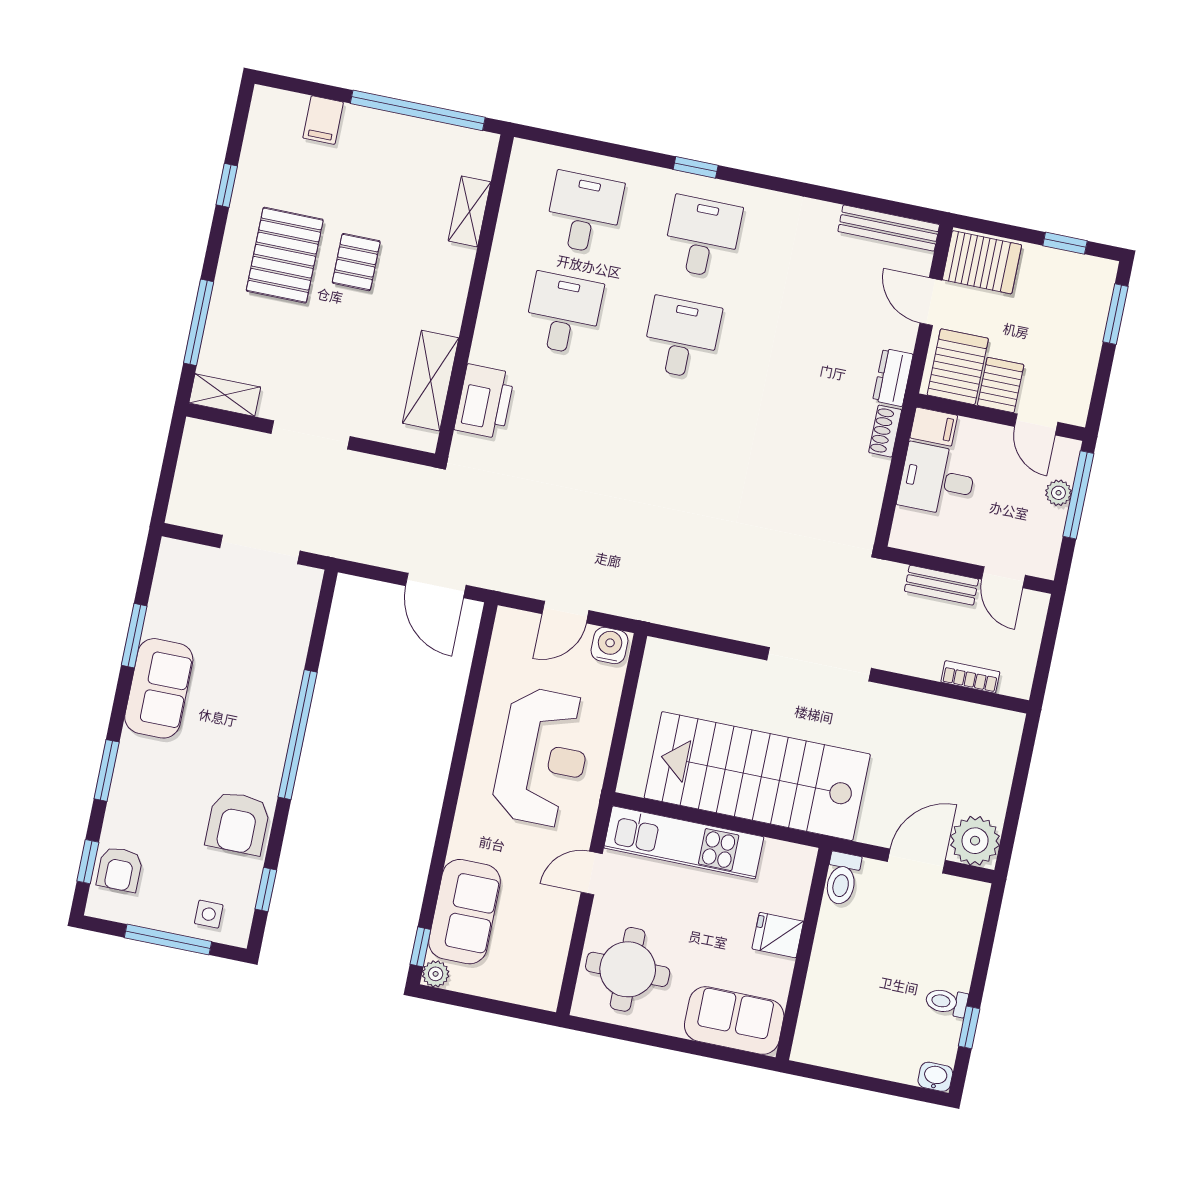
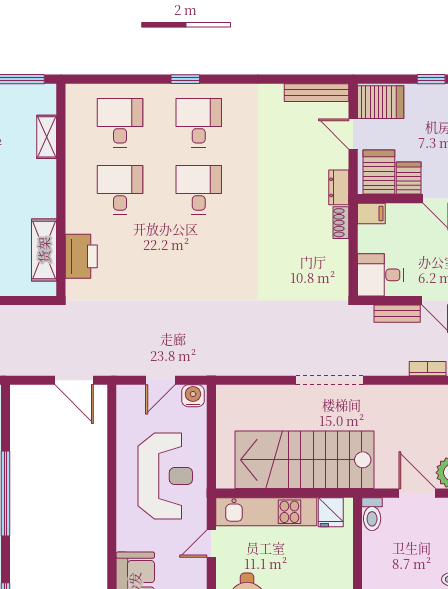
desk: (937, 480) -> (380, 275), moved
door: (916, 861) -> (417, 493), hinge flipped
fridge: (778, 935) -> (331, 512), moved, turned -90

